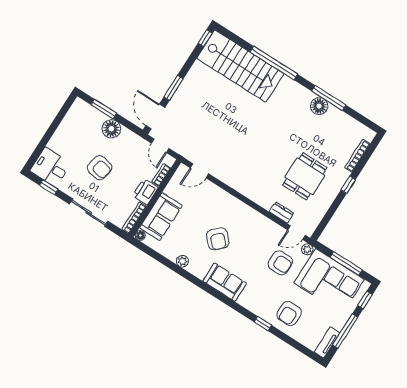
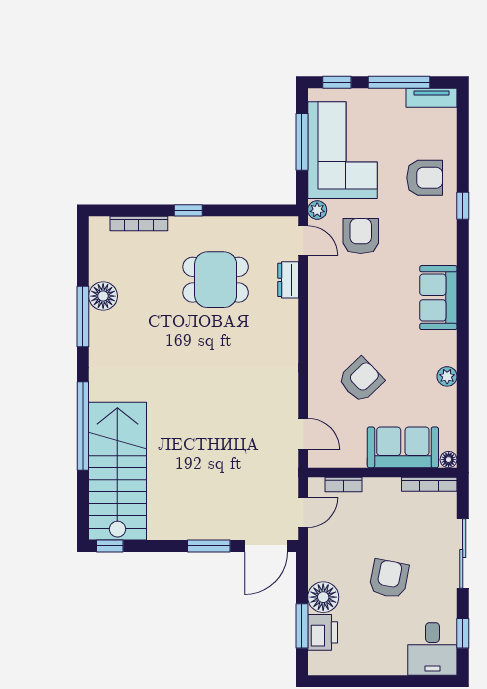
floor lamp: (319, 106) -> (103, 296), moved
printer: (145, 192) -> (323, 632), moved, turned -90
armchair: (218, 239) -> (361, 380), moved

